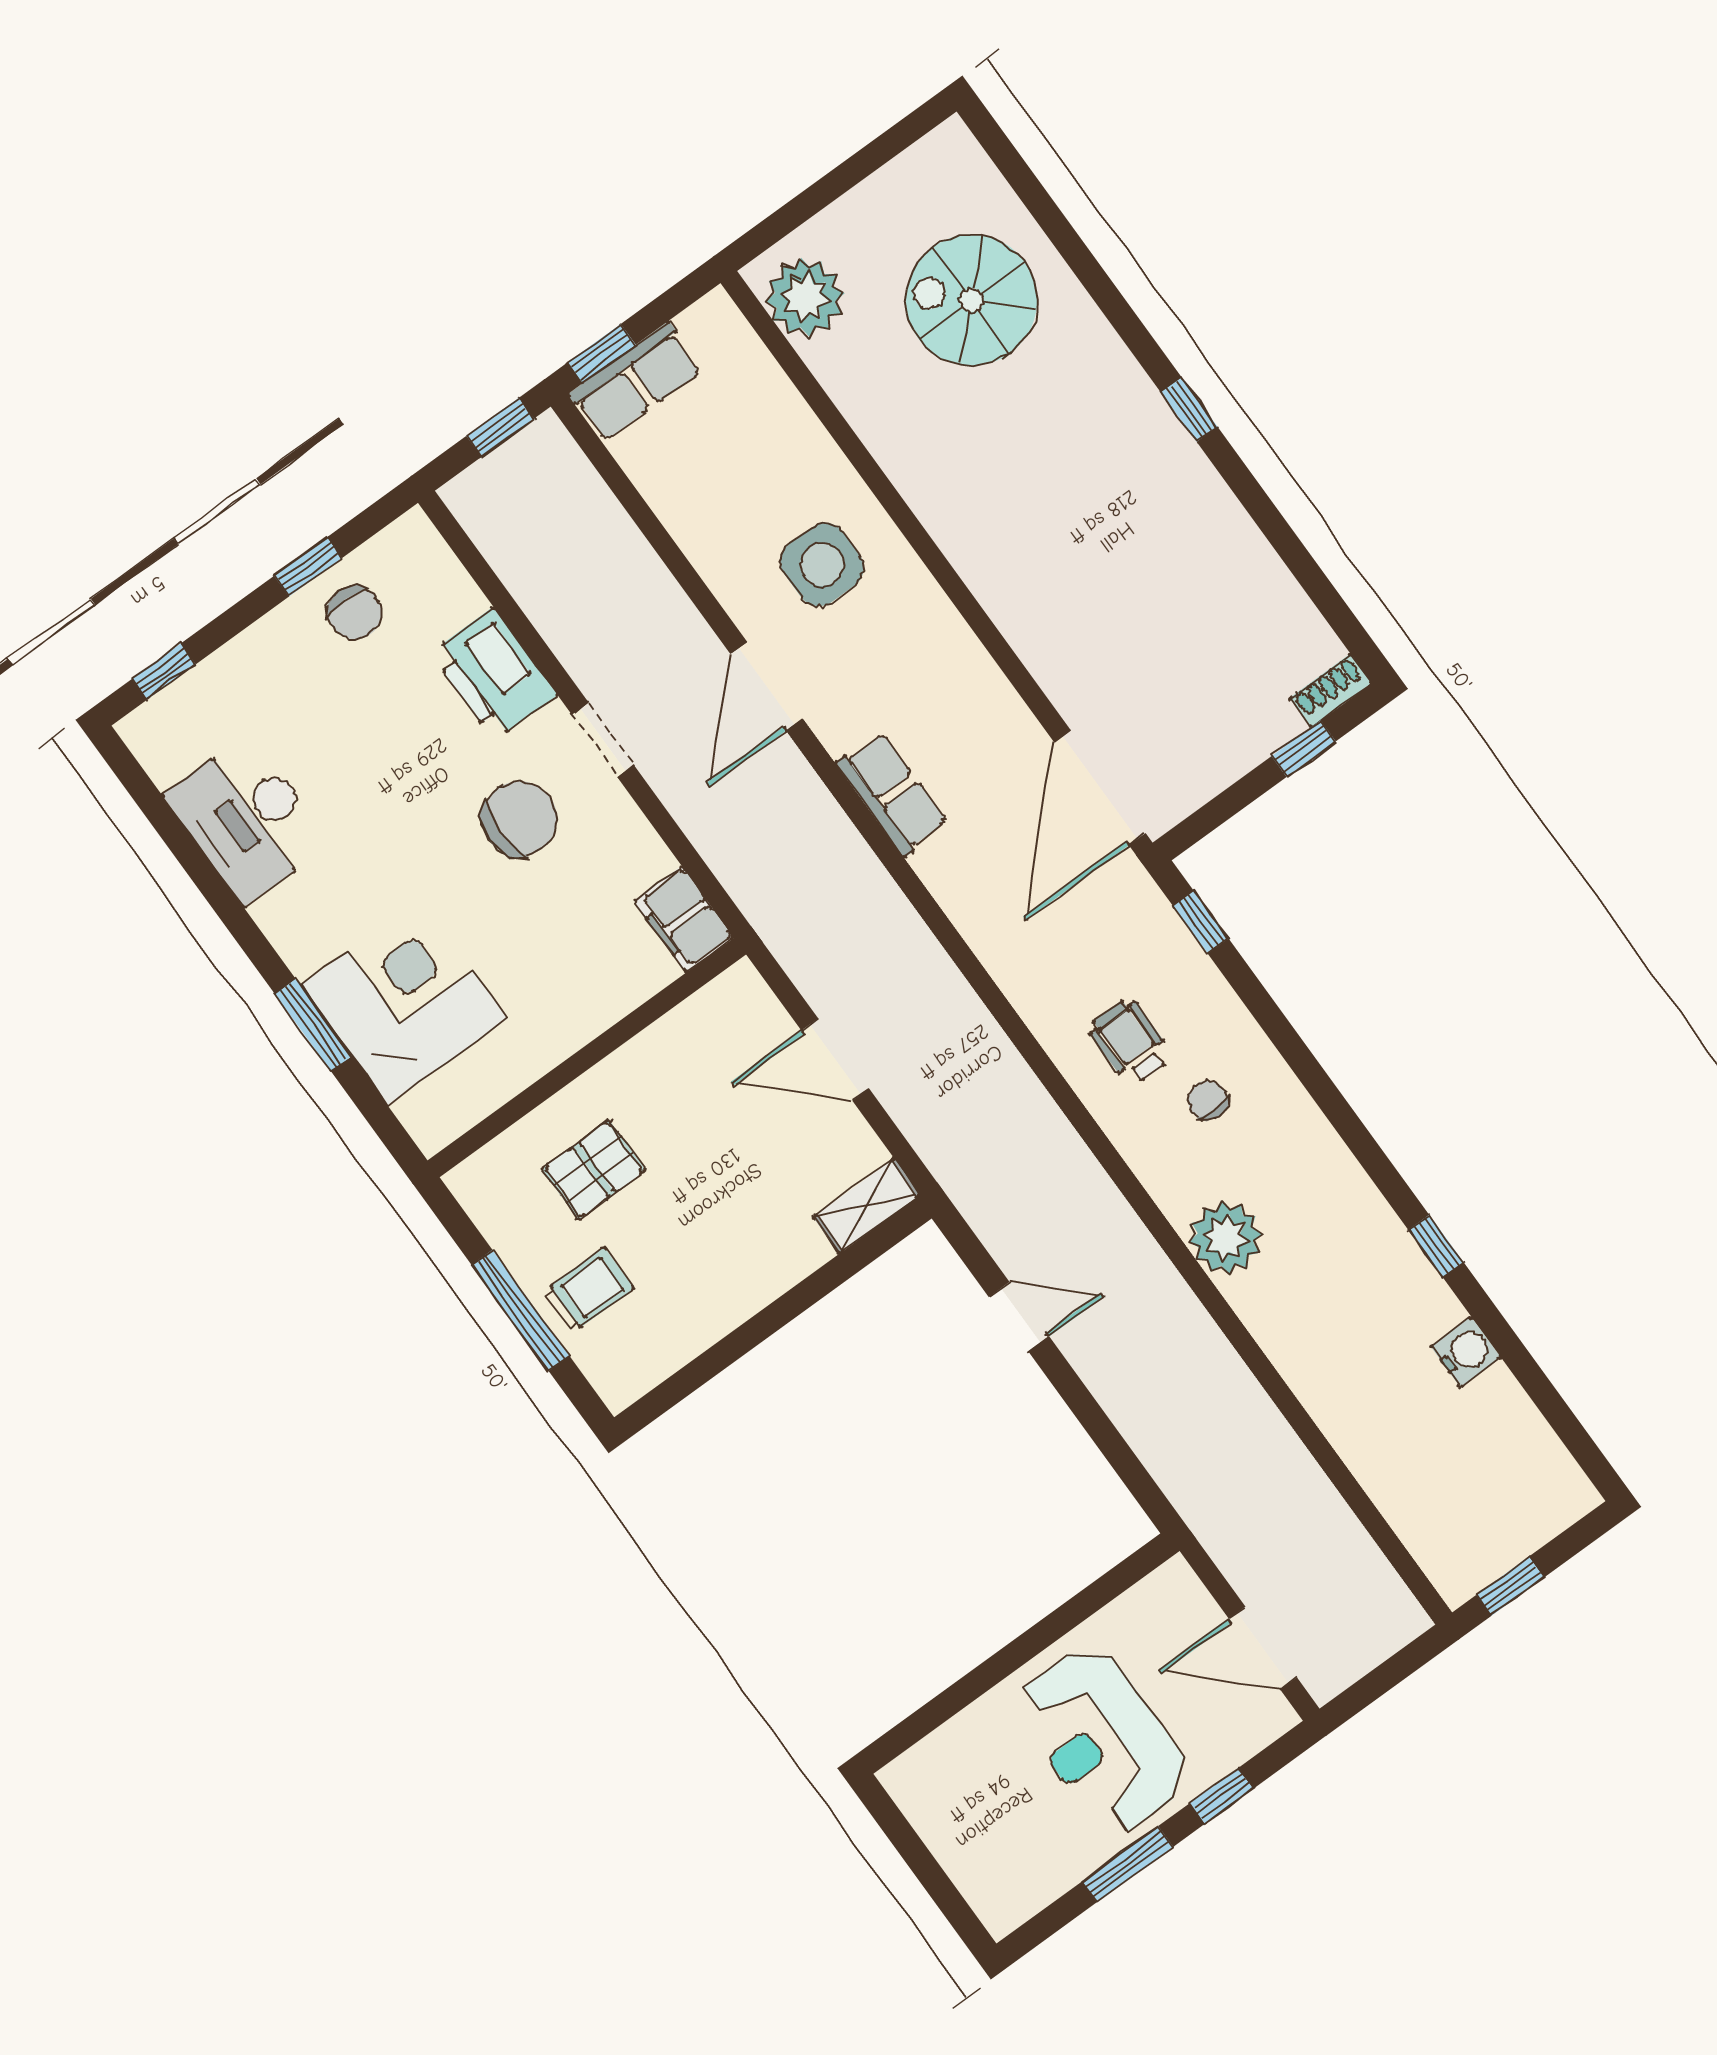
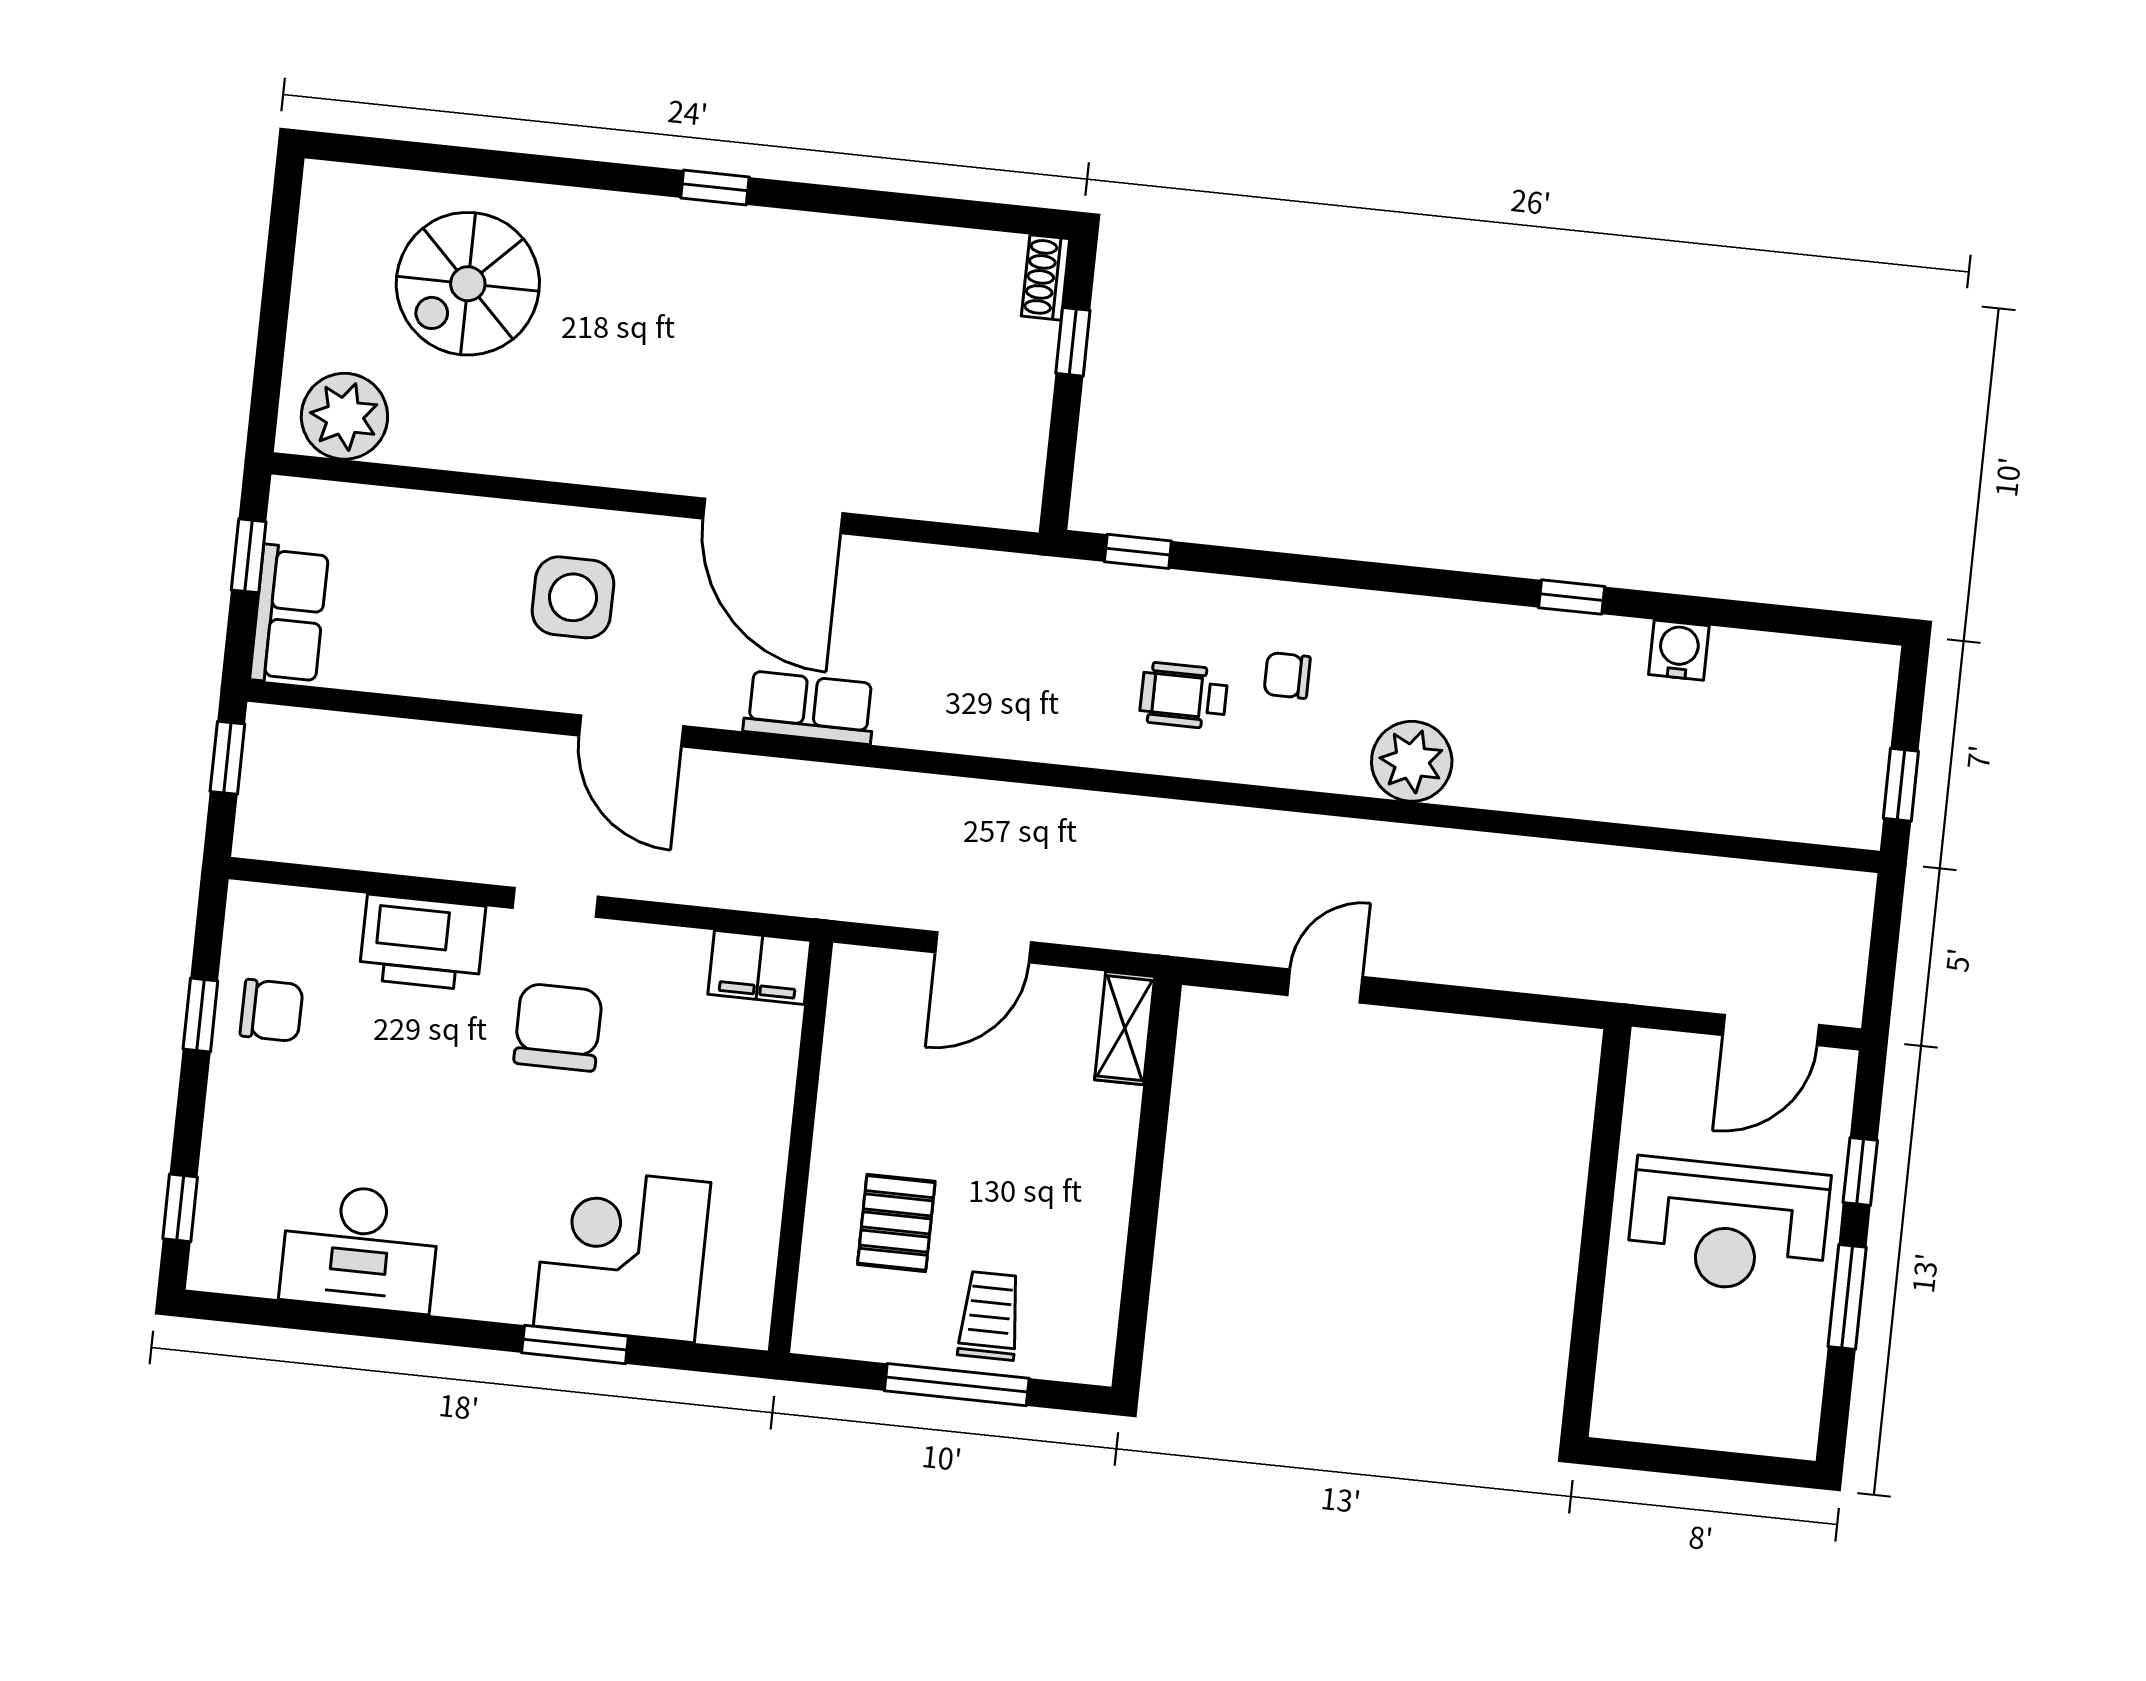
window: (602, 354) -> (249, 556), moved
door: (1100, 788) -> (773, 516), moved

